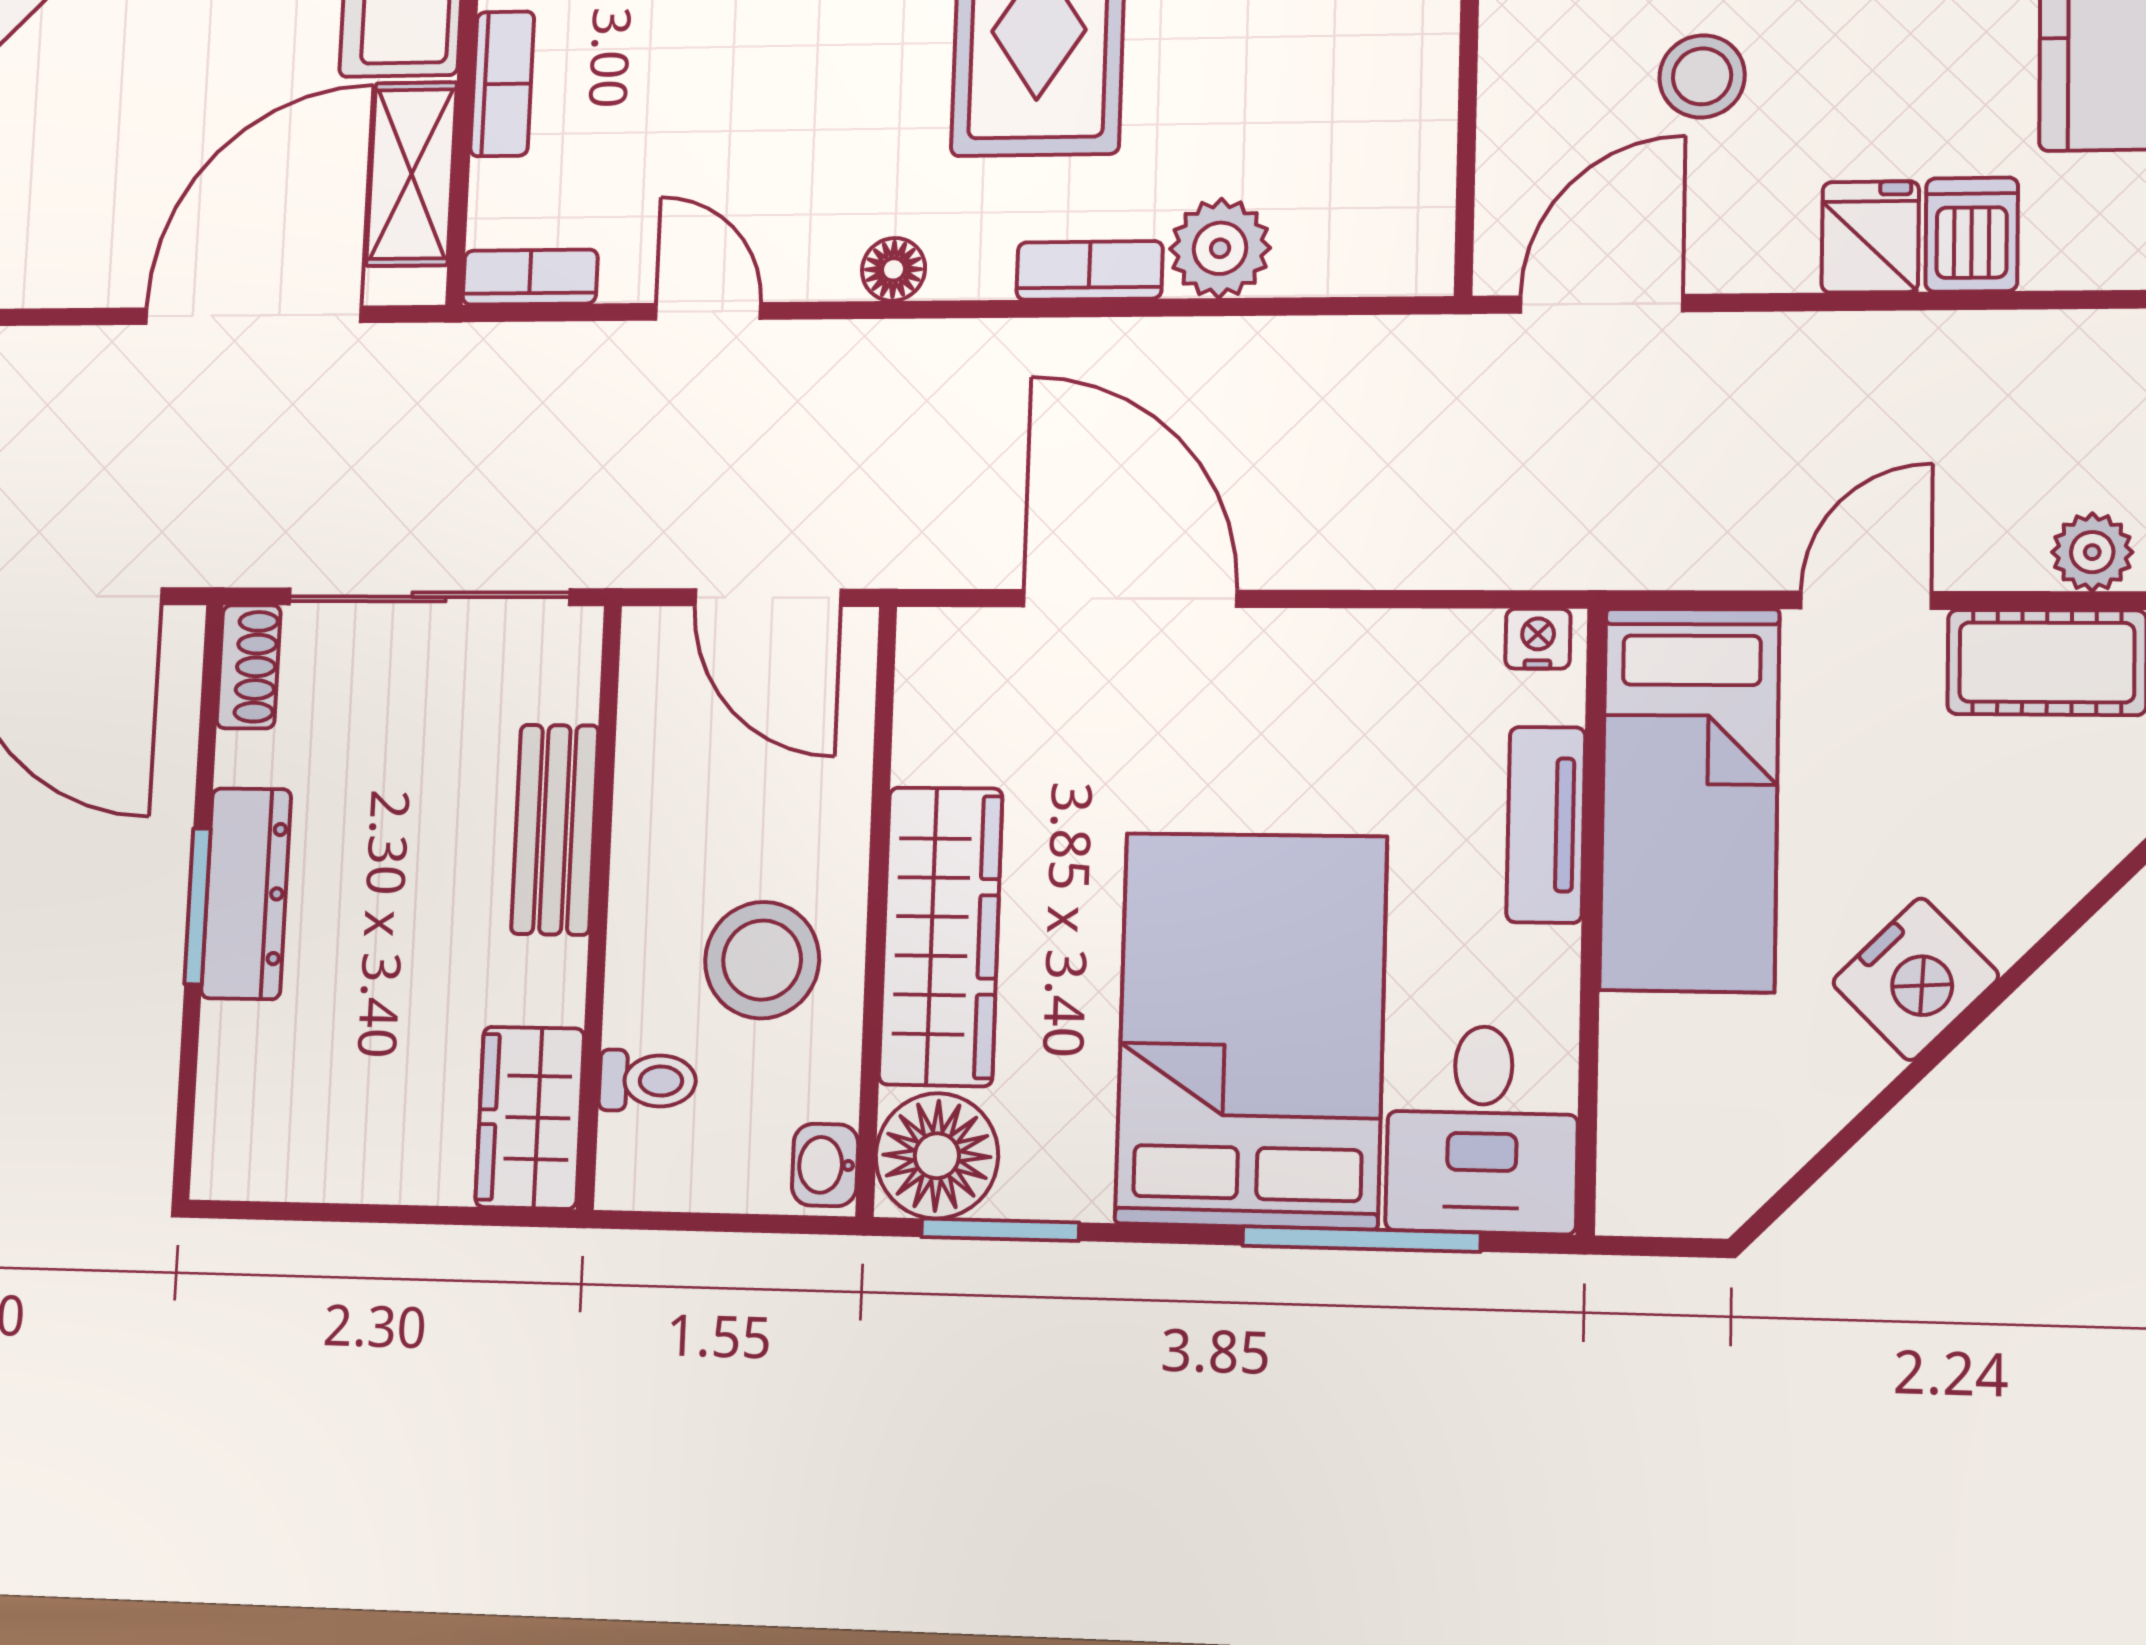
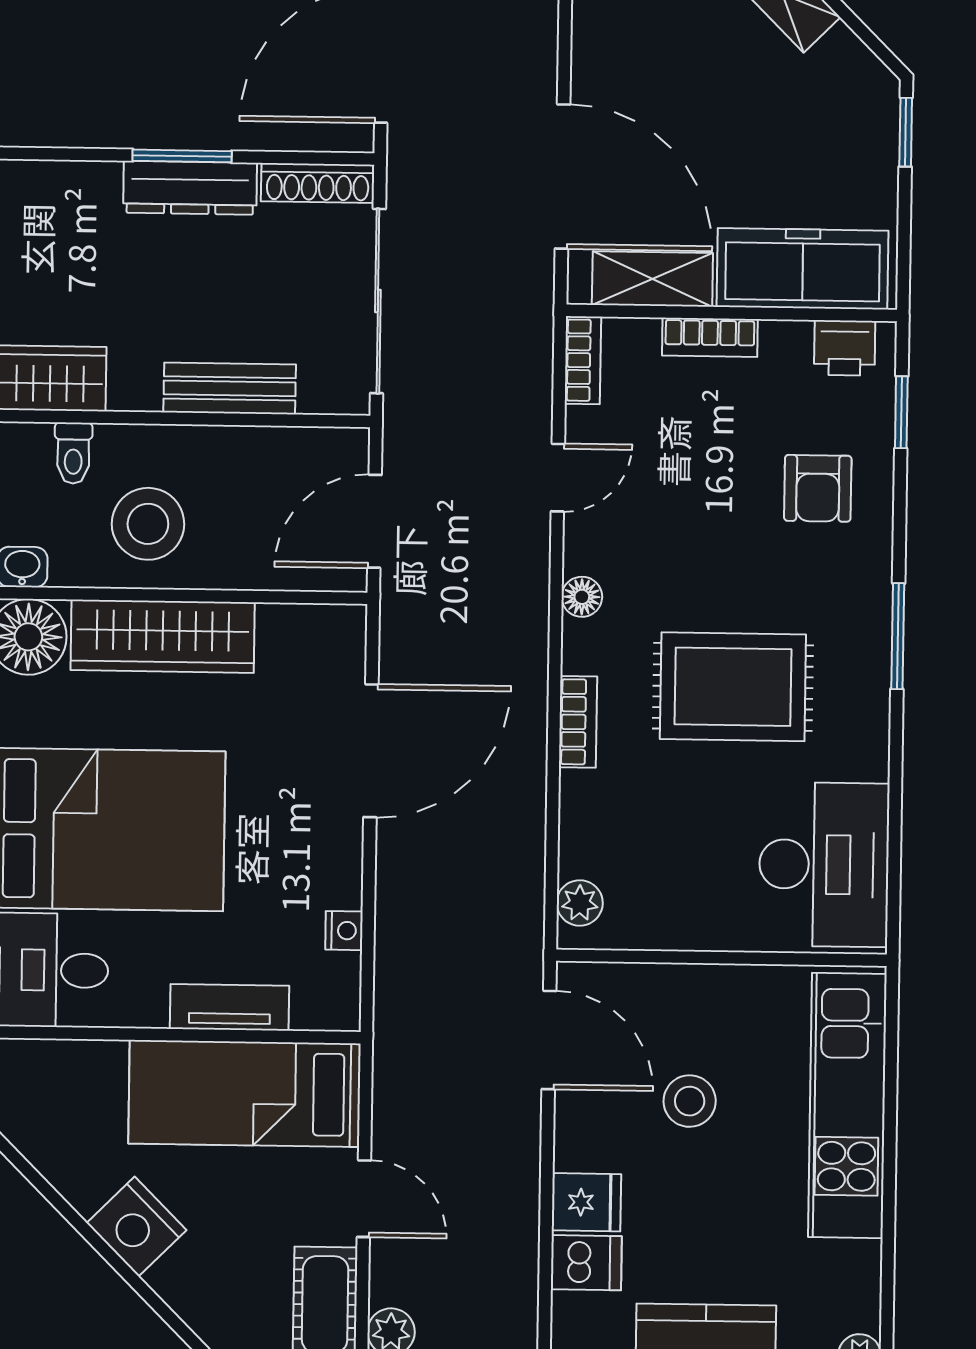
plant: (1220, 248) -> (580, 903), moved, width x0.73, depth x0.73
nightstand: (1538, 639) -> (344, 931), moved
shoe rack: (249, 667) -> (318, 183), width x1.43

